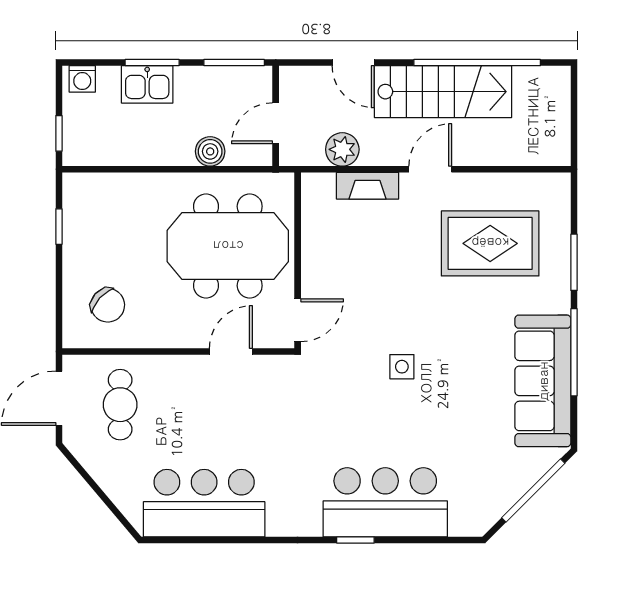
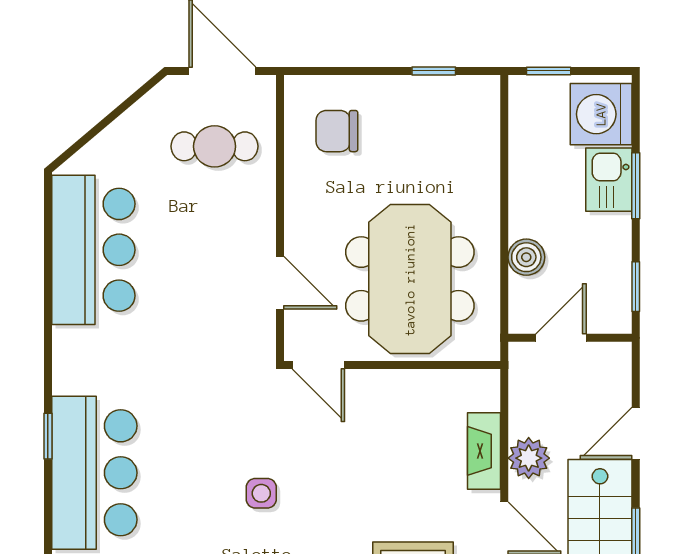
window: (234, 63) -> (636, 287), width x0.67
washing machine: (82, 79) -> (601, 114), width x1.89, depth x1.89
door: (276, 123) -> (561, 338), hinge flipped
plant: (342, 149) -> (529, 458), moved
chair: (108, 305) -> (337, 131), turned 48

